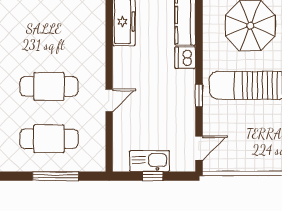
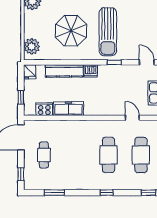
door: (109, 100) -> (132, 118), moved

